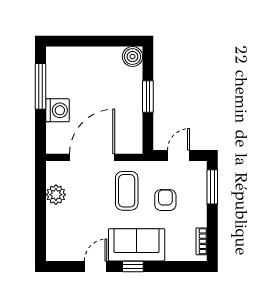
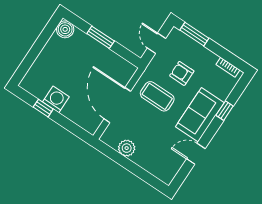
window: (41, 86) -> (43, 108), width x0.46
washing machine: (58, 110) -> (56, 99), moved
door: (96, 266) -> (196, 154), hinge flipped
window: (133, 266) -> (225, 111), moved

